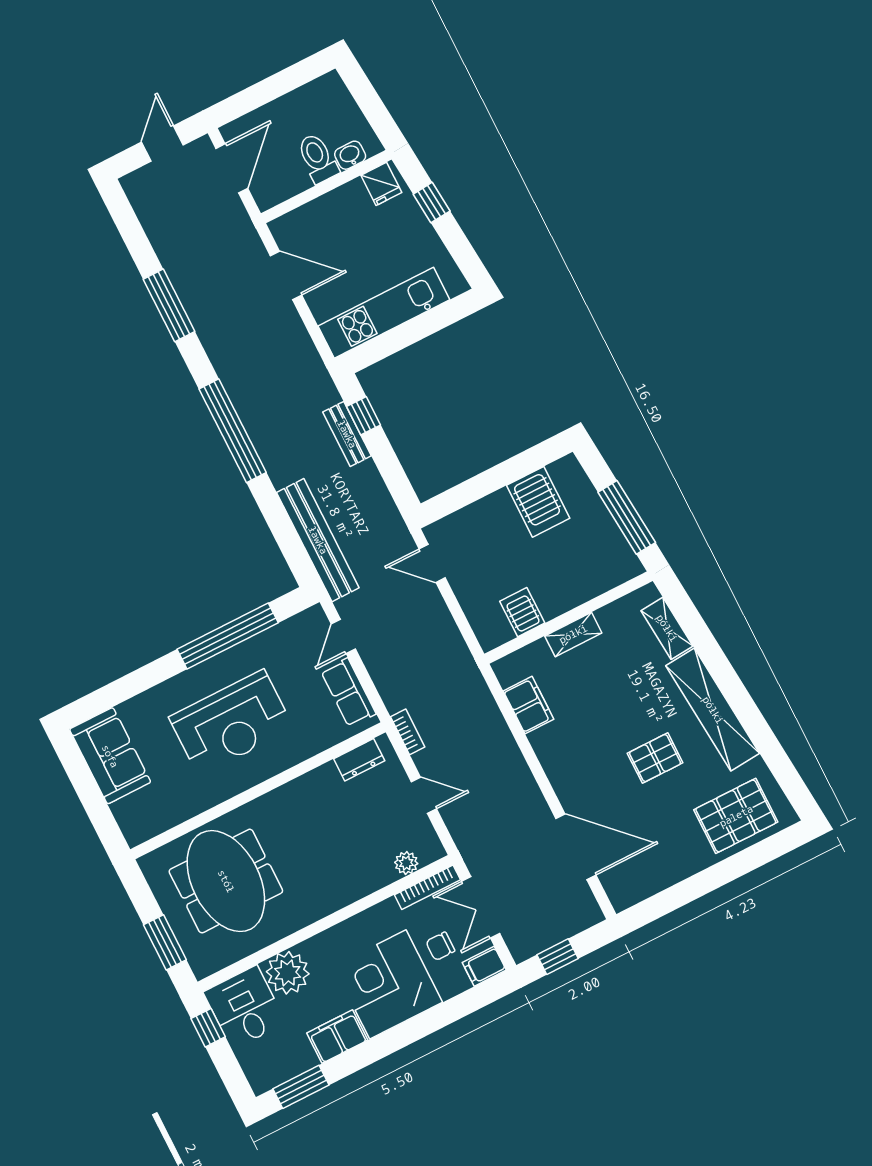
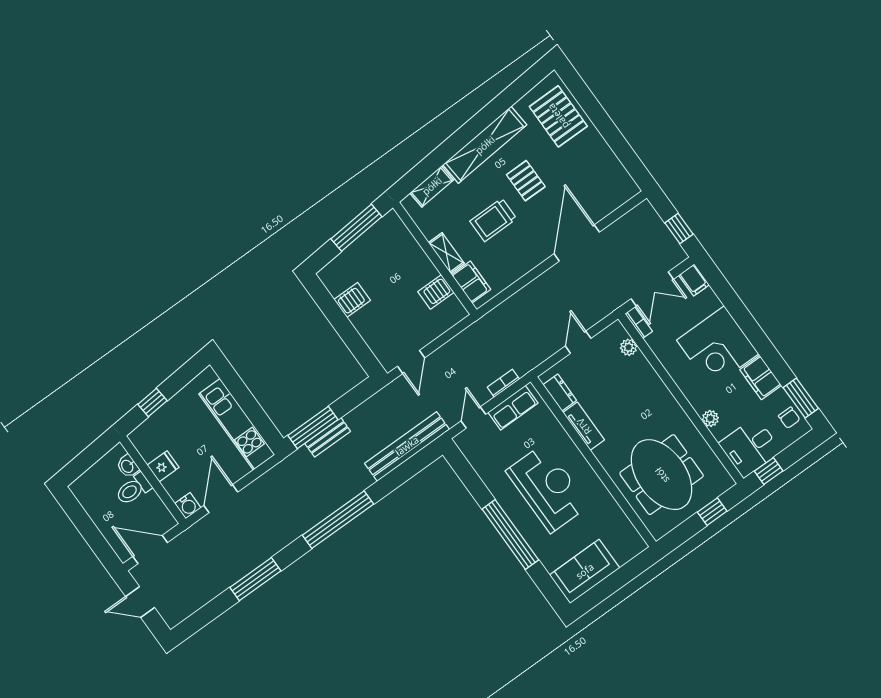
fridge: (381, 184) -> (163, 466), moved
water cooler: (284, 229) -> (188, 506), added
window: (364, 416) -> (313, 428), width x2.17
server rack: (538, 502) -> (352, 300), width x0.73, depth x0.70
window: (228, 636) -> (510, 535), moved
door: (343, 637) -> (473, 418), swing flipped
filing cabinet: (528, 705) -> (471, 282), moved, turned 90
trolley: (608, 705) -> (493, 220), added
bookcase: (408, 732) -> (503, 383), moved
tv unit: (308, 785) -> (584, 426), added
door: (576, 847) -> (577, 243), moved
meeting table: (226, 881) -> (662, 475), turned 90
bookcase: (427, 887) -> (639, 322), width x0.64
window: (165, 942) -> (712, 512), width x0.67
chair: (440, 946) -> (789, 418), moved
plant: (288, 973) -> (710, 418), width x0.53, depth x0.53

